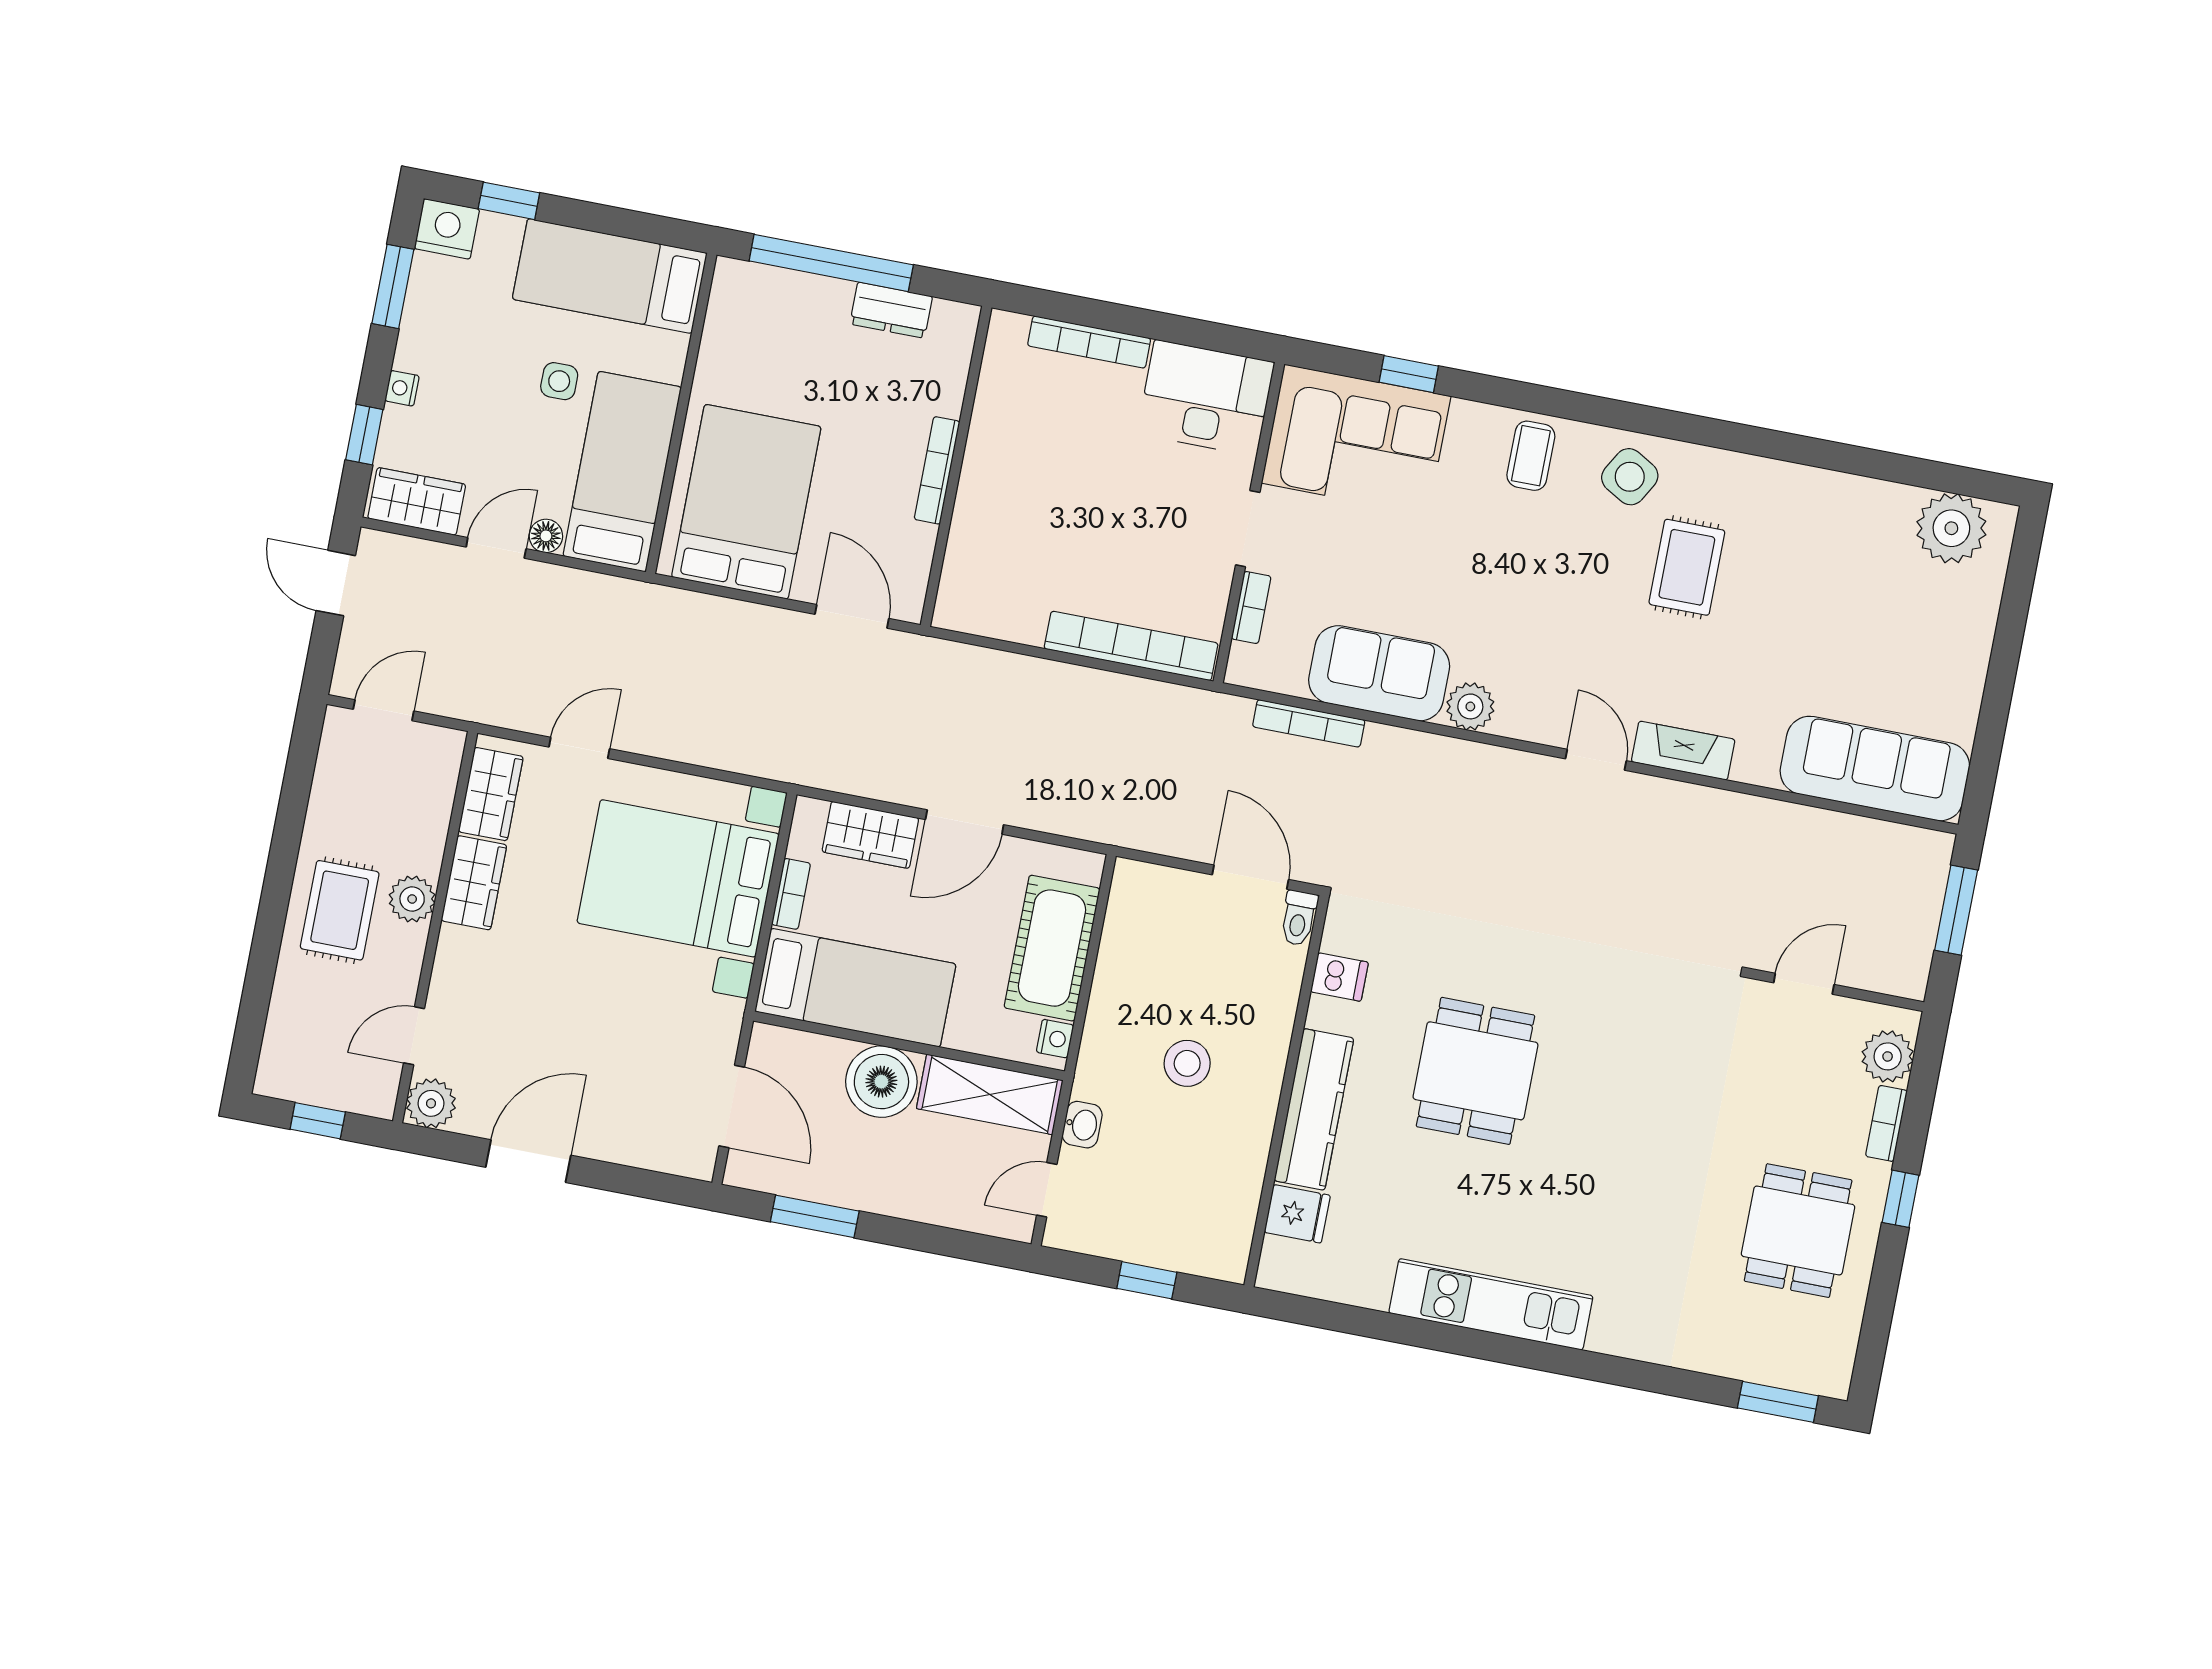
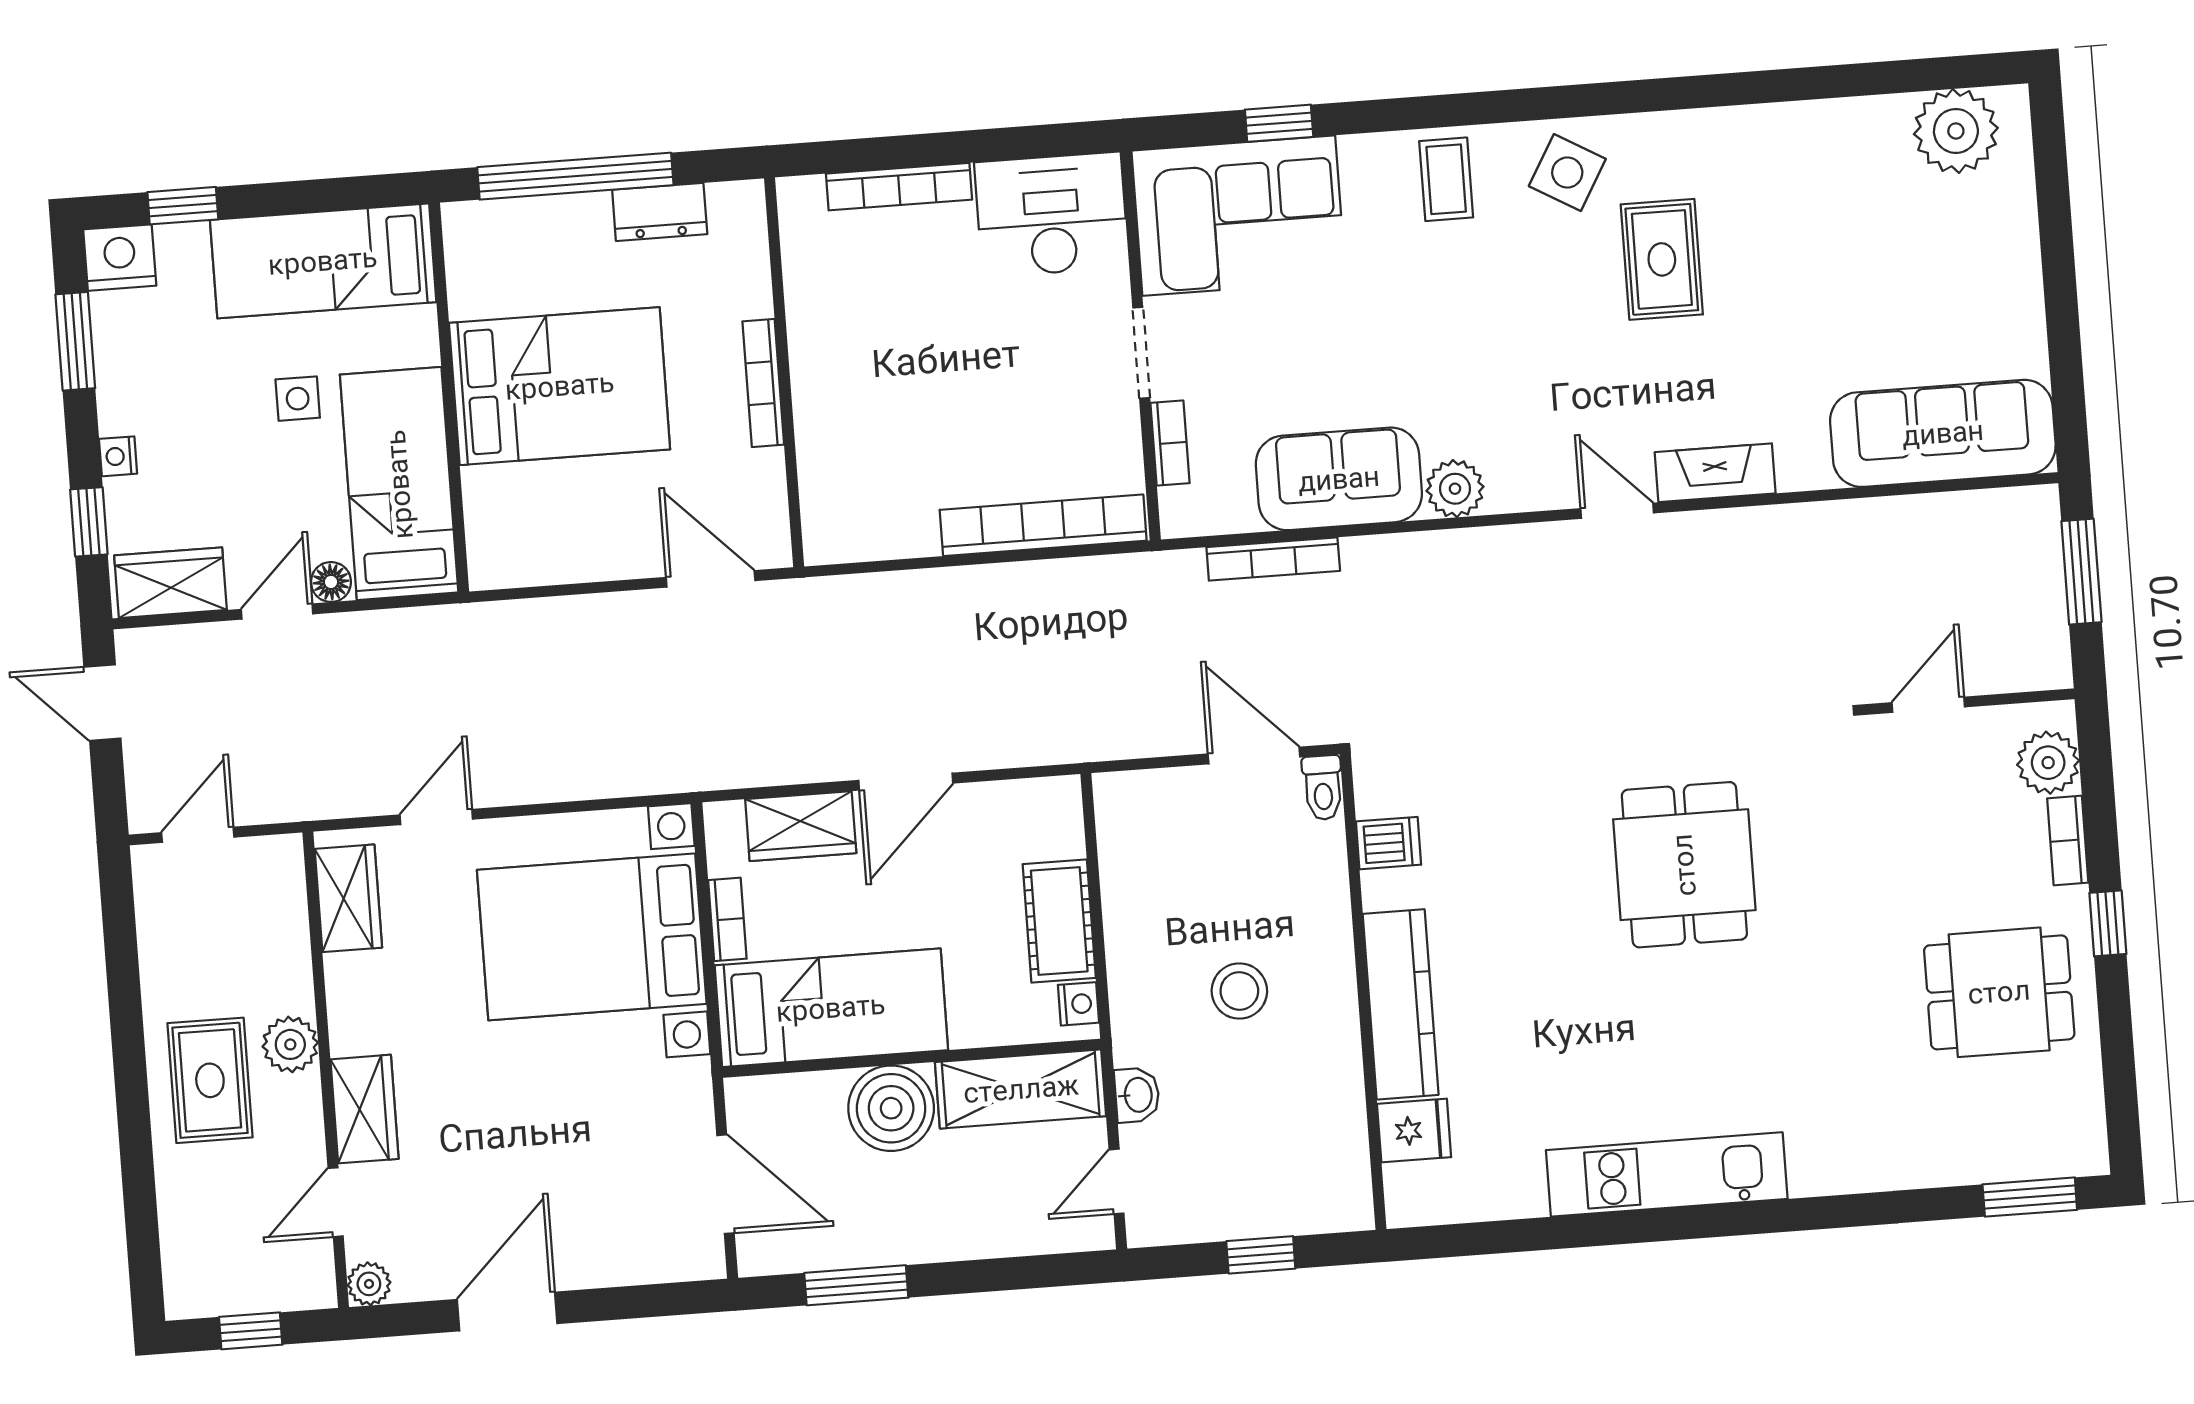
bed: (746, 502) -> (560, 386), moved, turned 90
wardrobe: (474, 883) -> (364, 1109), moved
cot: (1052, 948) -> (1059, 921), width x0.73, depth x0.75
dining table: (1475, 1071) -> (1684, 865), moved
plant: (431, 1103) -> (369, 1284), width x0.73, depth x0.73
dining table: (1798, 1231) -> (1999, 992), turned 90

